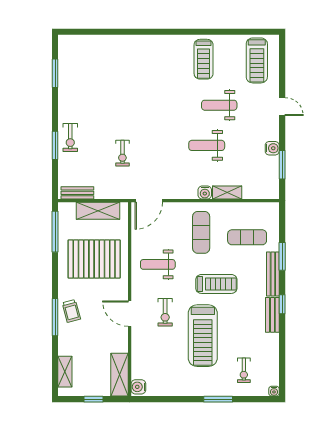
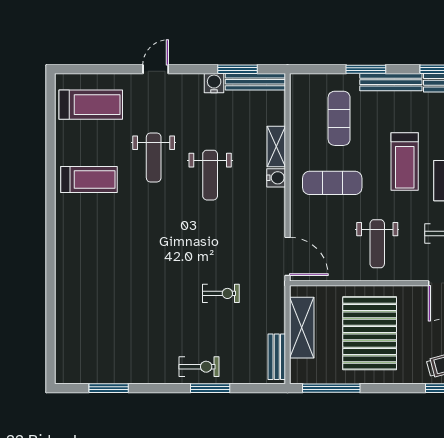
bench: (273, 178) -> (255, 82), added
treadmill: (216, 284) -> (405, 161), turned 180

